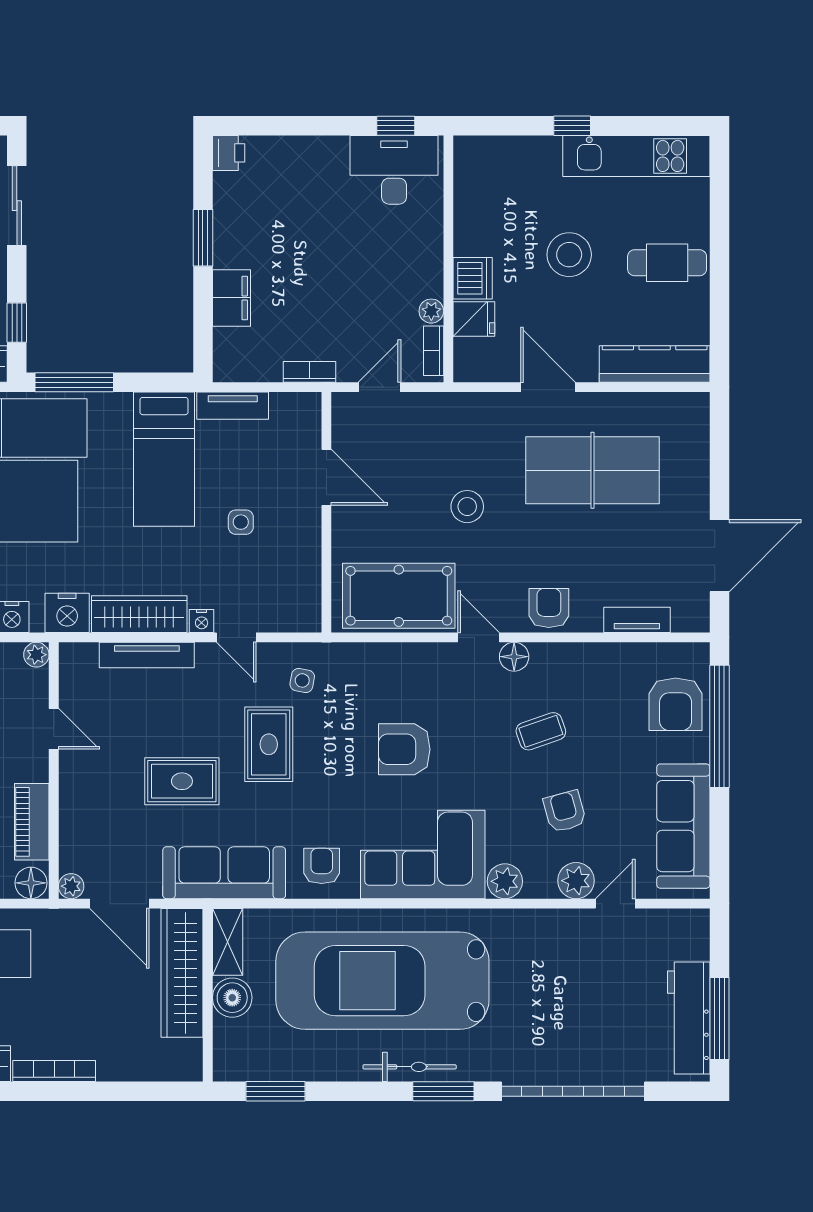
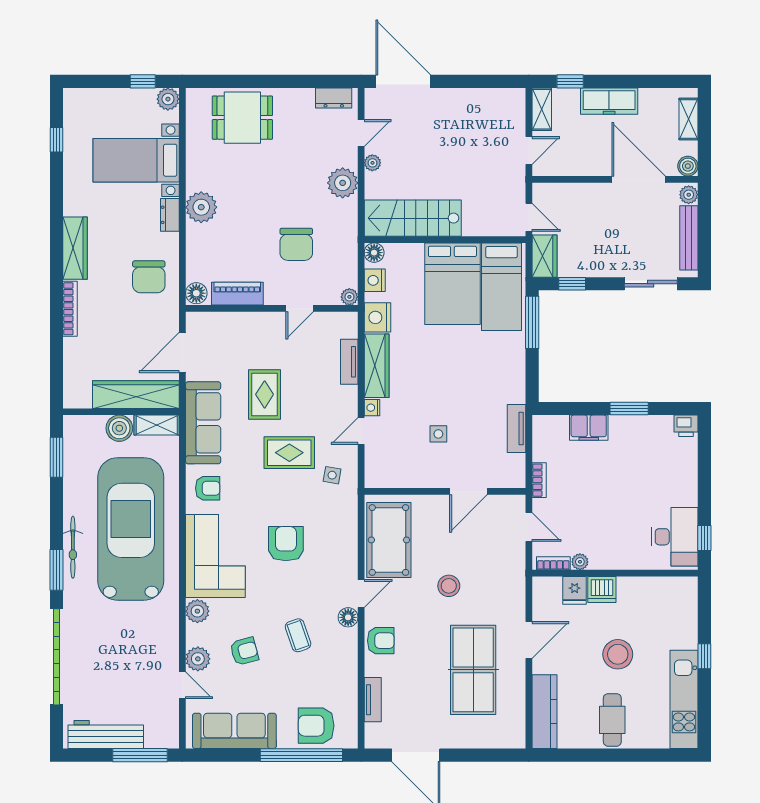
bed: (164, 459) -> (481, 382), removed
tv unit: (147, 655) -> (349, 362), width x0.71
plant: (71, 886) -> (194, 320), removed
window: (719, 1019) -> (140, 755), moved

